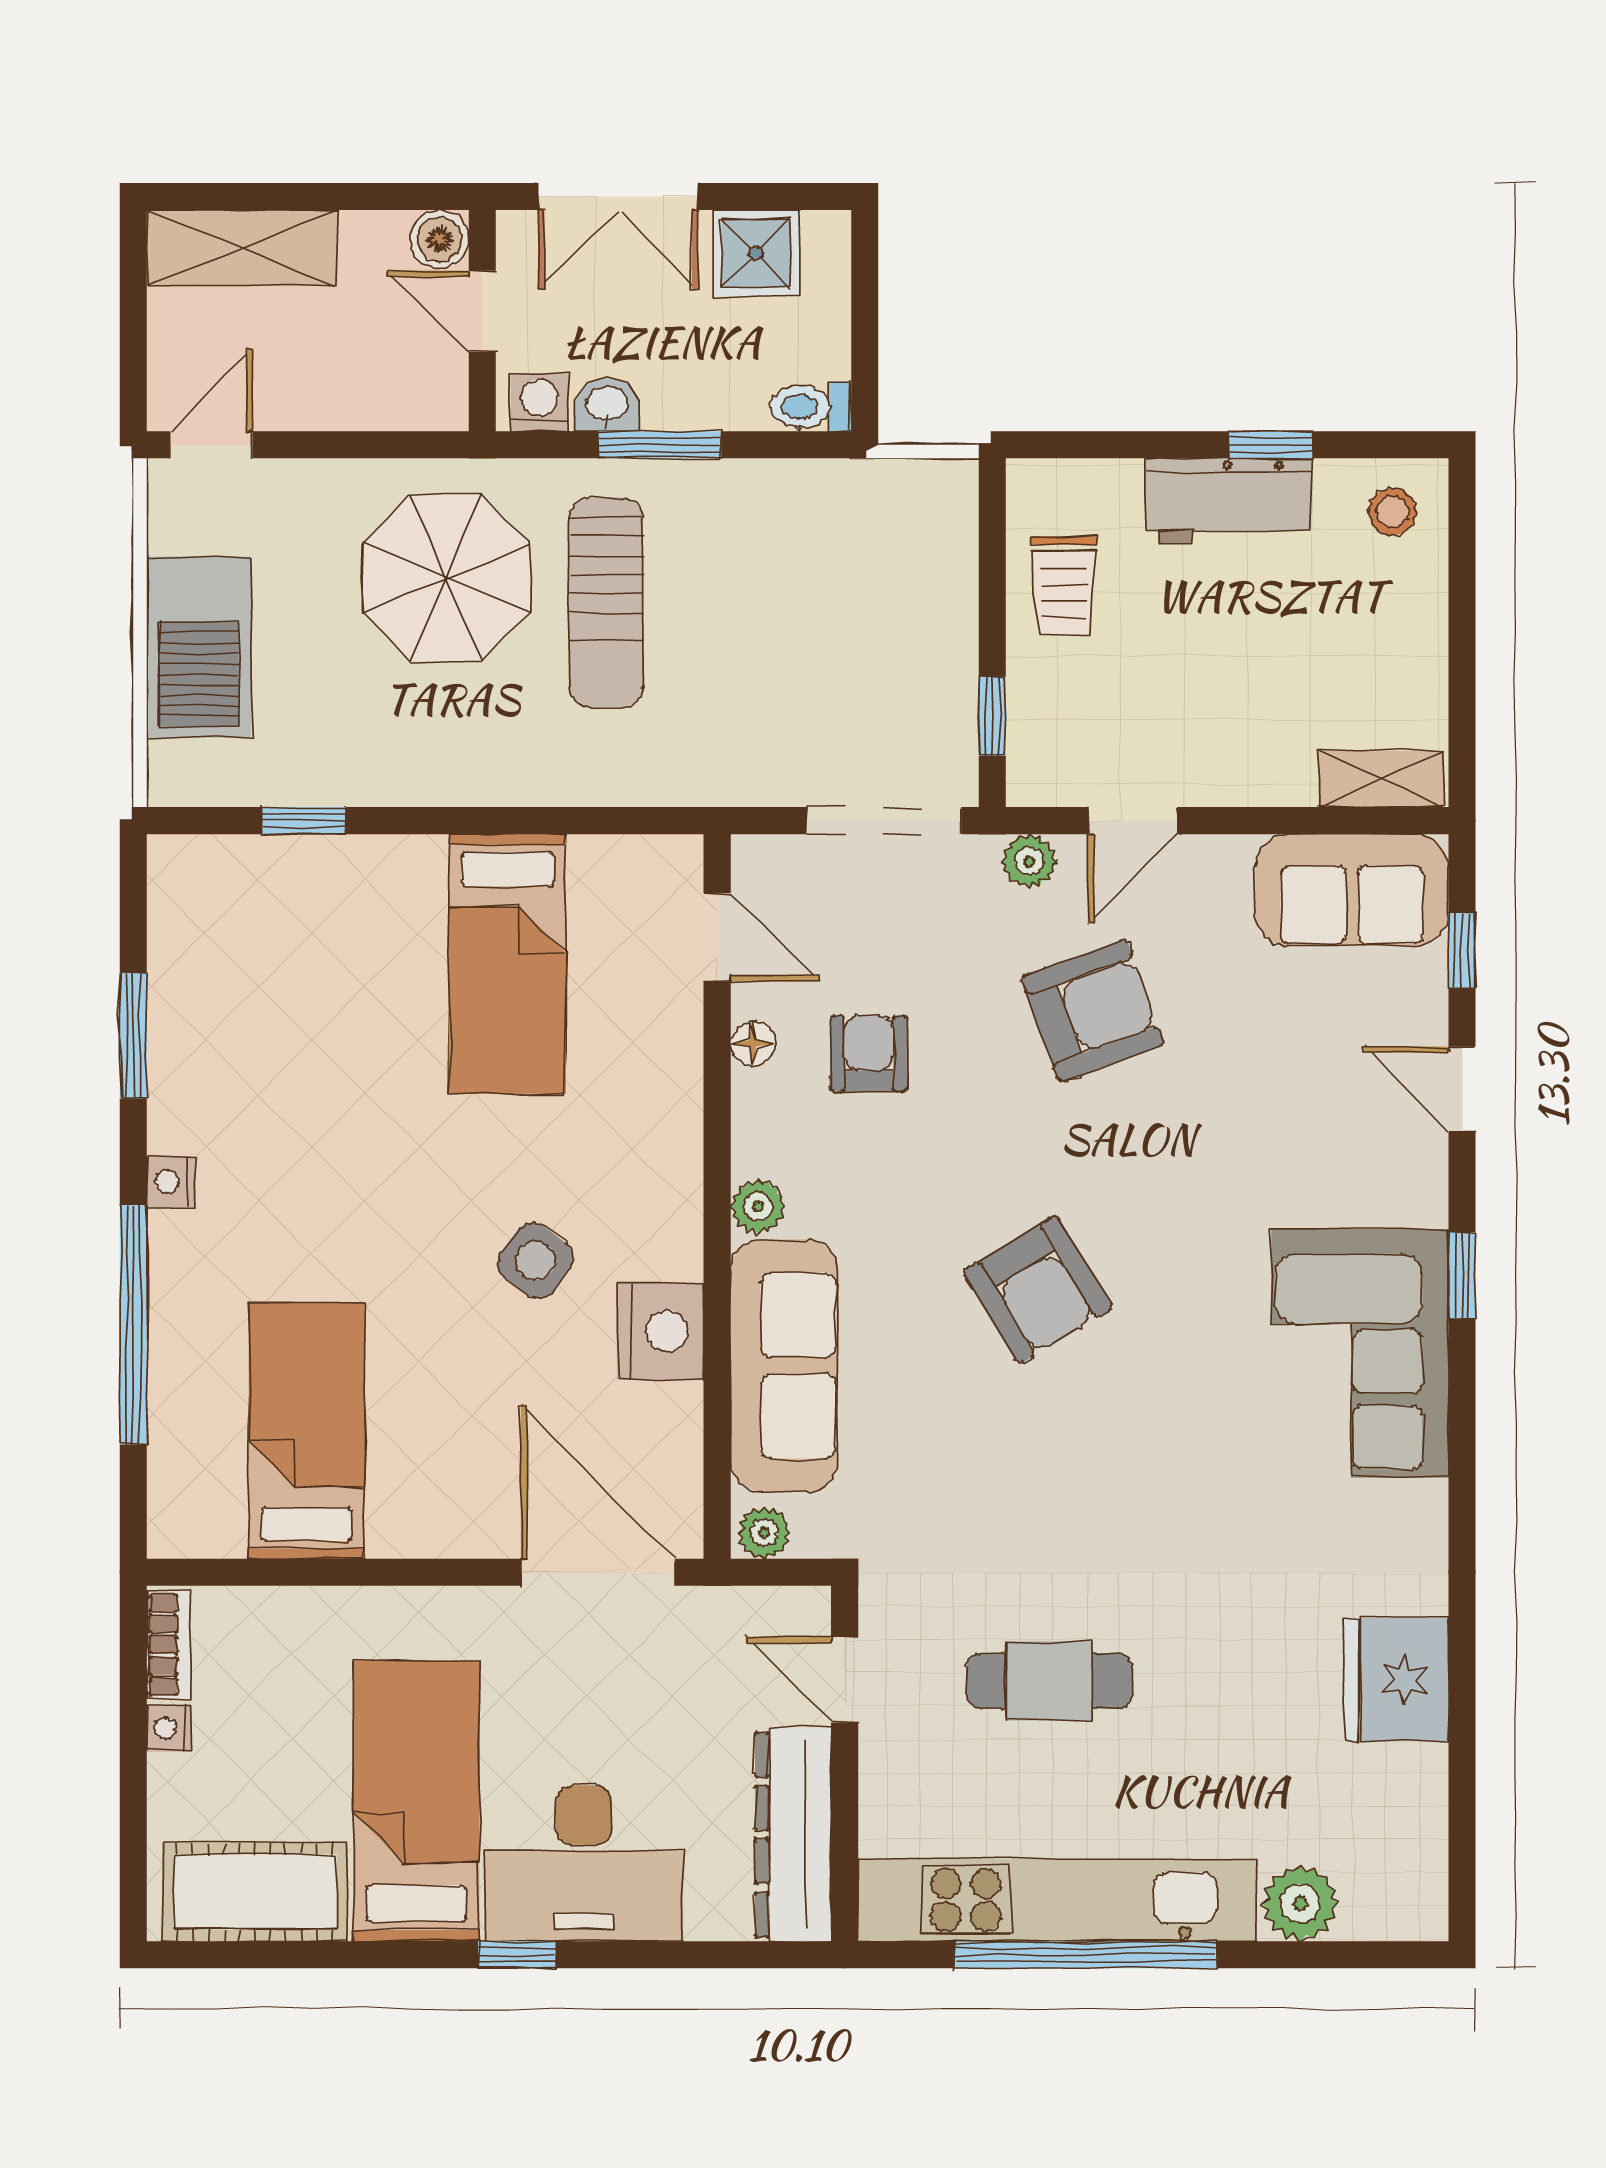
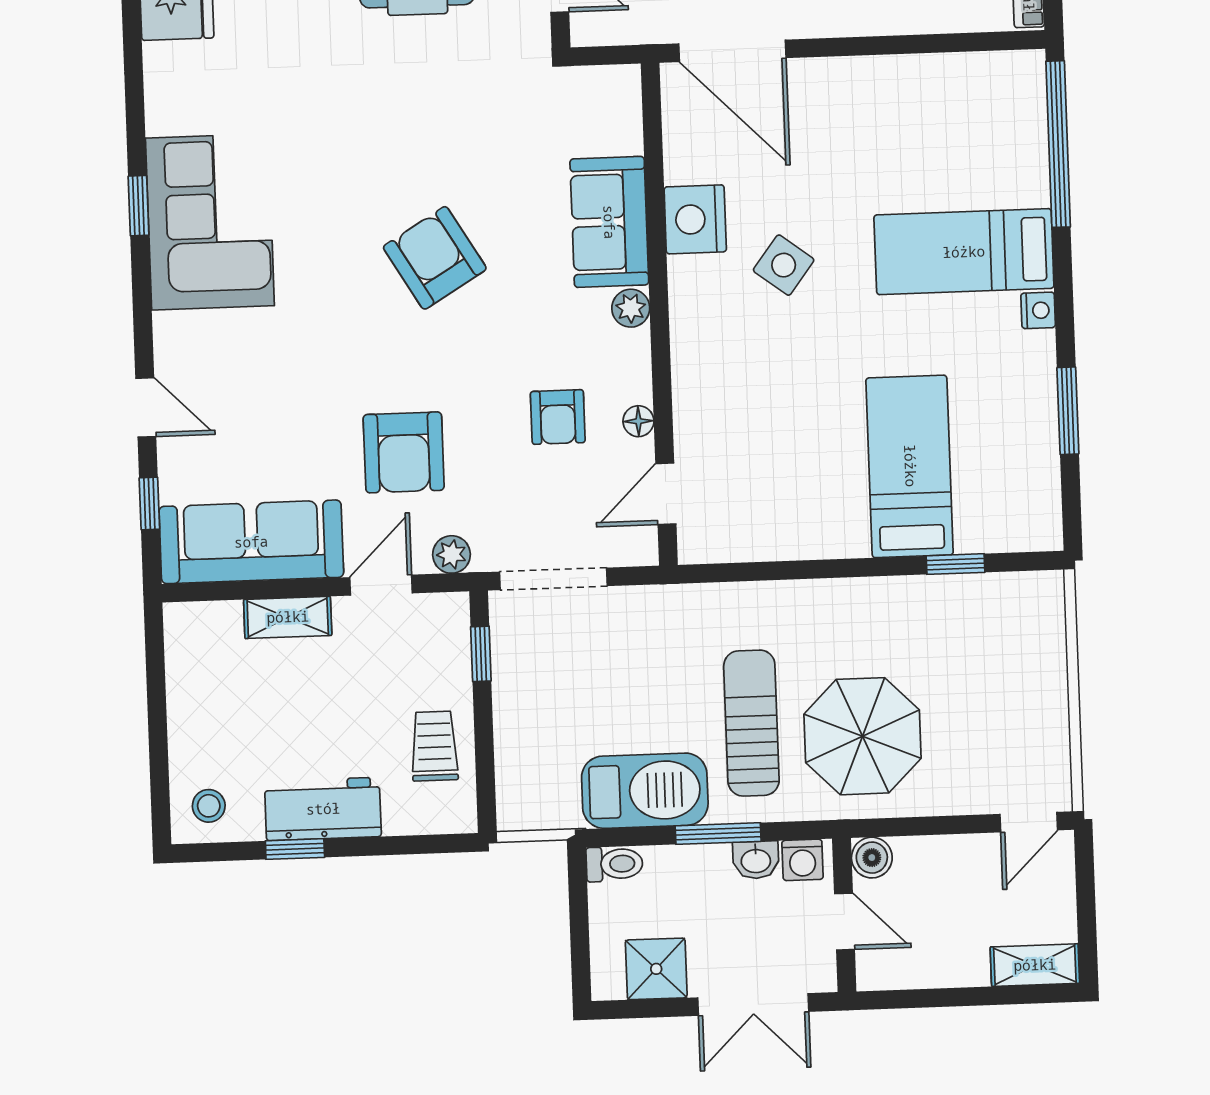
double door: (618, 197) -> (753, 1005), swing flipped
boiler: (439, 239) -> (872, 858), moved
shelving: (242, 248) -> (1035, 965), width x0.67, depth x0.75
barbecue: (199, 647) -> (645, 791), moved, turned 90
shelving: (1381, 779) -> (288, 617), moved
sofa: (1352, 890) -> (251, 542), width x1.36
door: (717, 937) -> (666, 494), hinge flipped
bed: (507, 964) -> (910, 466), moved
armchair: (1093, 1011) -> (404, 452), turned -70
window: (1462, 1276) -> (138, 206), moved
window: (133, 1324) -> (1058, 144), moved
sofa: (784, 1366) -> (609, 222), width x0.73
bed: (306, 1431) -> (964, 252), moved, turned 90
plant: (764, 1533) -> (618, 82), removed

